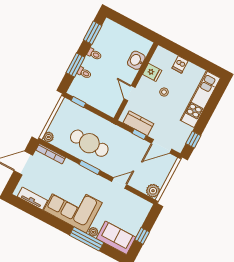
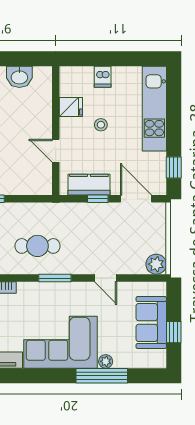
washbasin: (136, 60) -> (19, 77), moved, turned -90
cafe table: (89, 143) -> (37, 246), width x0.73, depth x0.74
door: (162, 146) -> (136, 199), swing flipped
door: (119, 183) -> (106, 278), swing flipped
sofa: (116, 238) -> (151, 323), moved, turned -90

